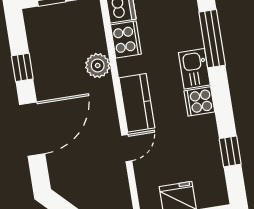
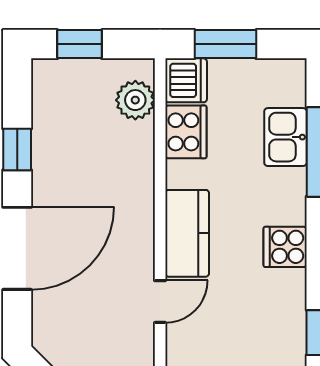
plant: (98, 66) -> (135, 100), moved
kitchen sink: (194, 69) -> (285, 137), moved

